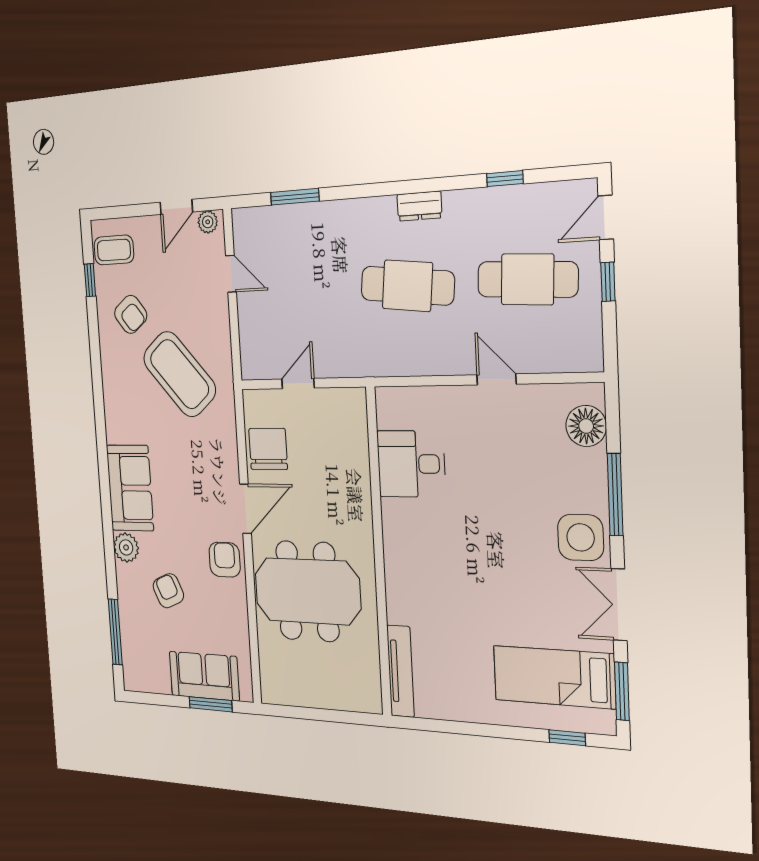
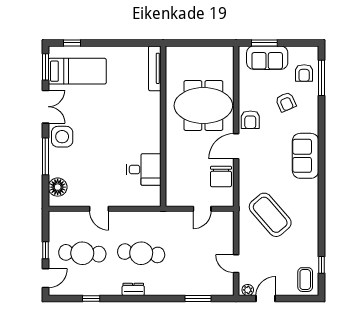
coffee table: (114, 250) -> (305, 280), turned 90
armchair: (131, 314) -> (304, 73), moved, turned -142
plant: (126, 547) -> (311, 124), removed

